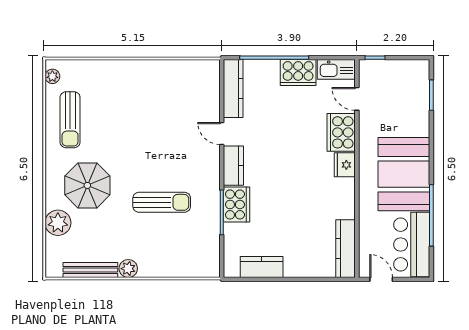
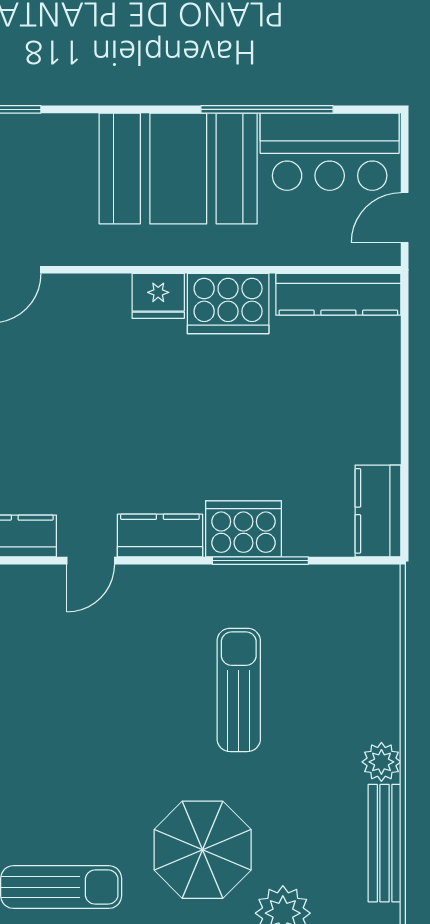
cooker: (341, 132) -> (228, 304), moved
kitchen counter: (262, 267) -> (378, 511), moved

